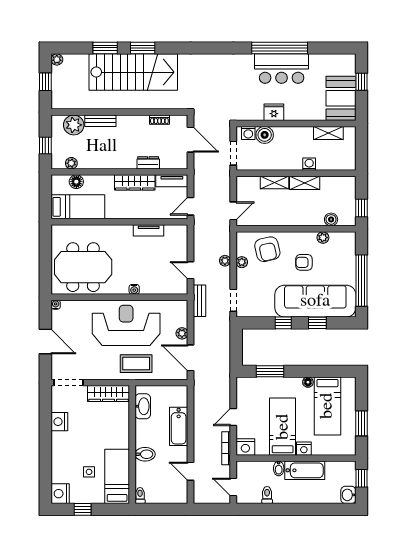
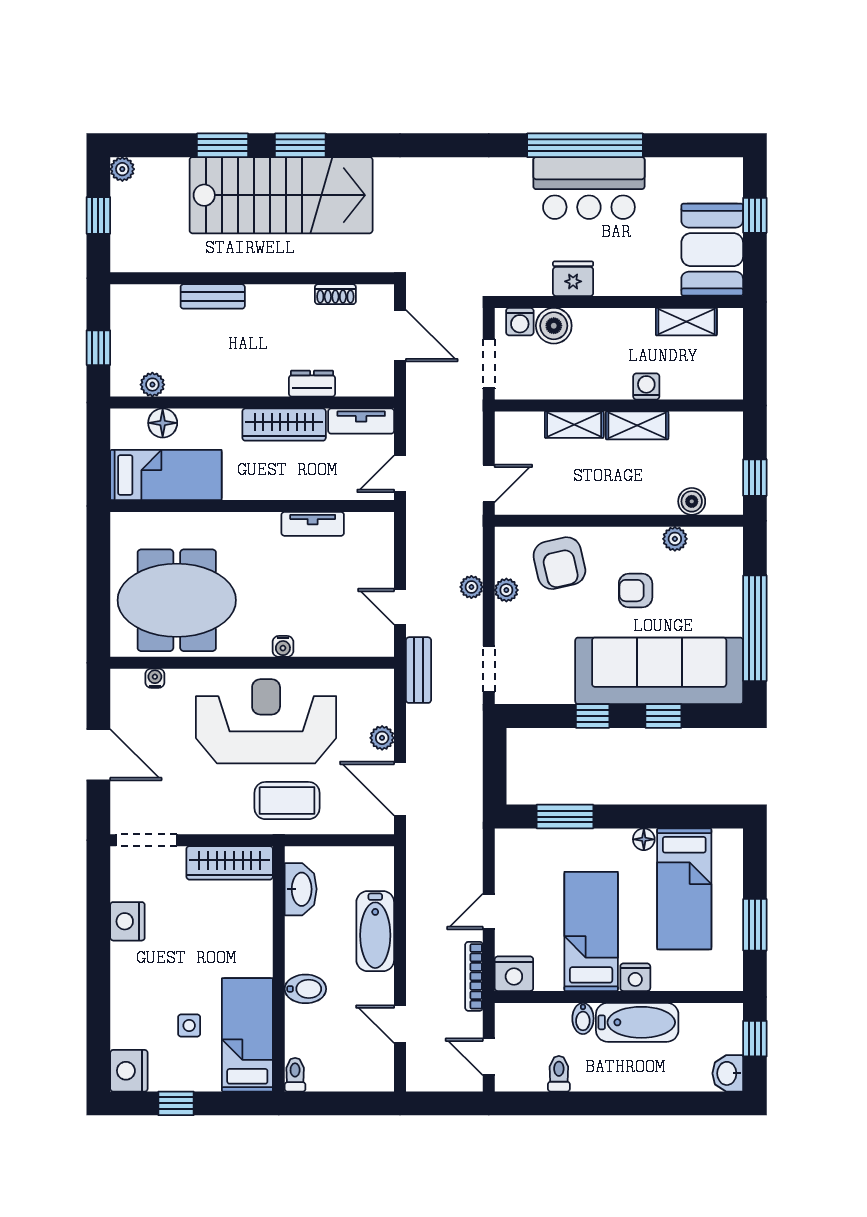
plant: (74, 125) -> (157, 305), removed
water cooler: (56, 305) -> (155, 678), moved

